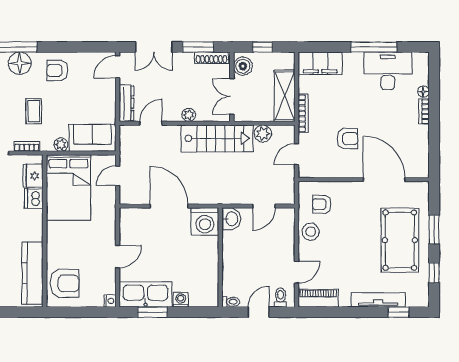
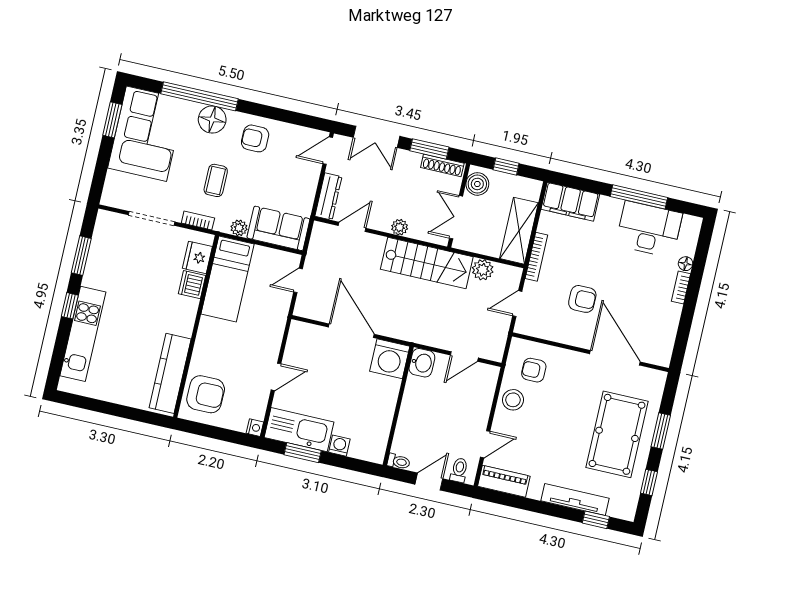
bed: (68, 188) -> (227, 279), width x0.67

